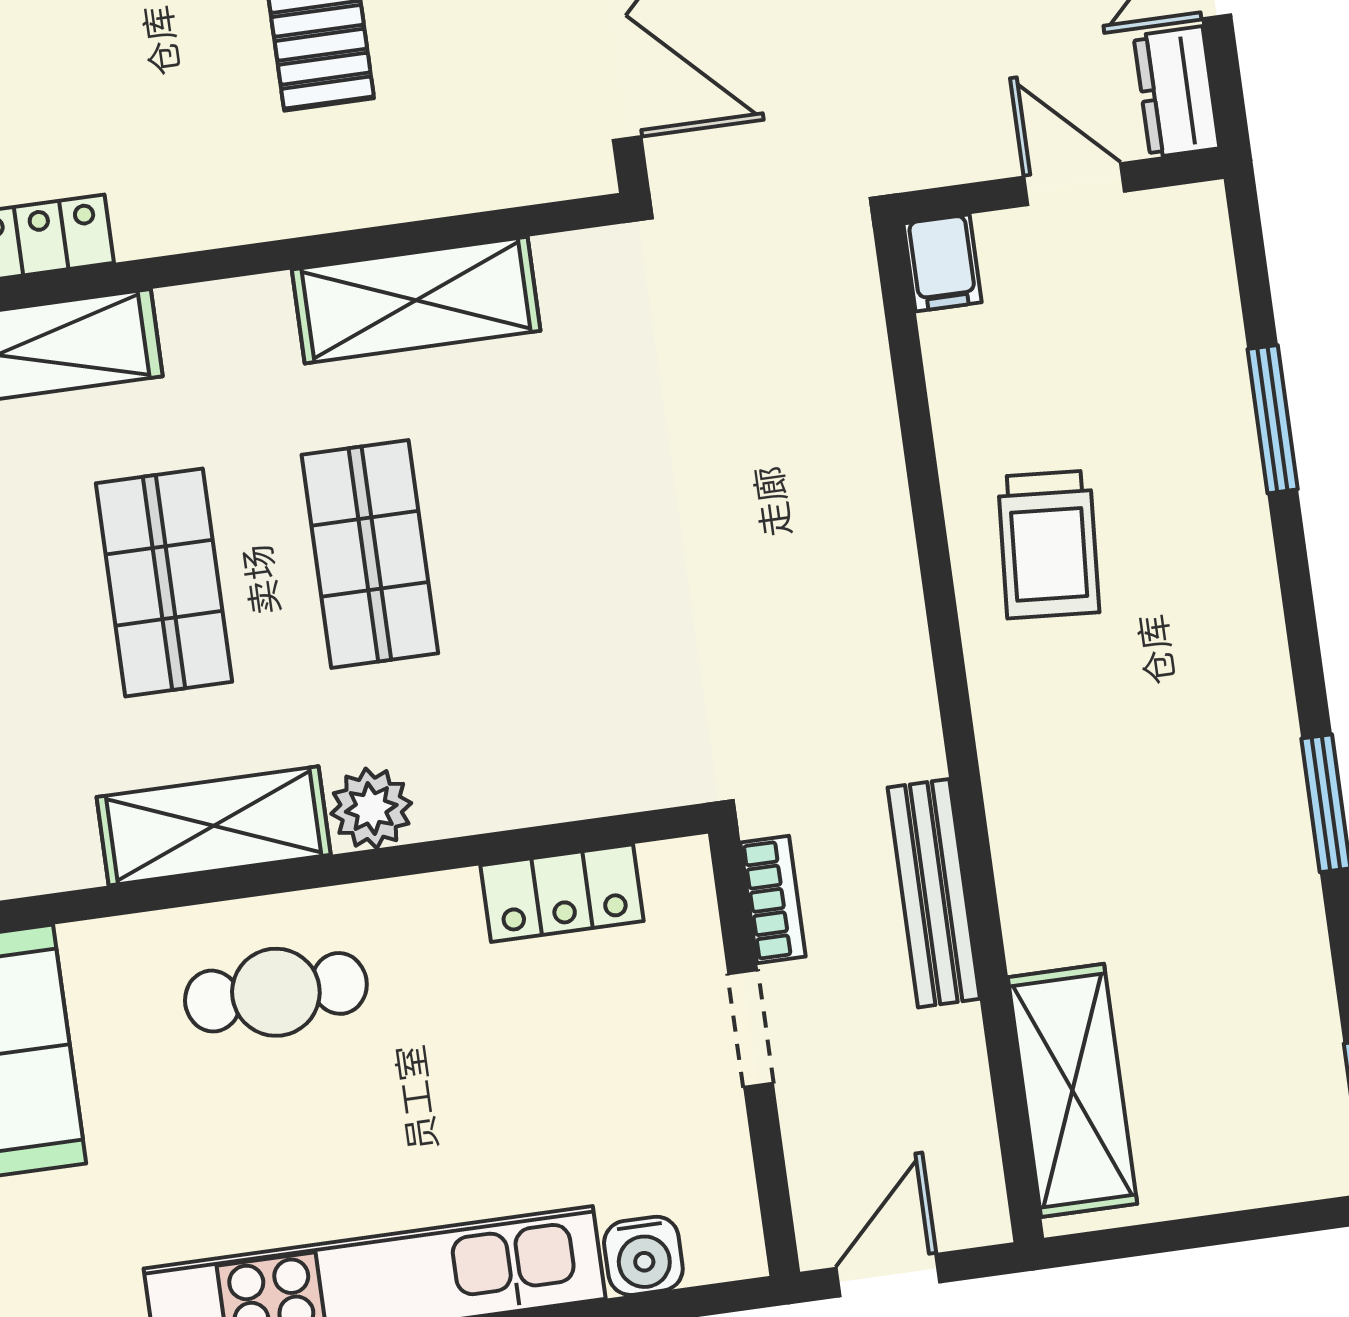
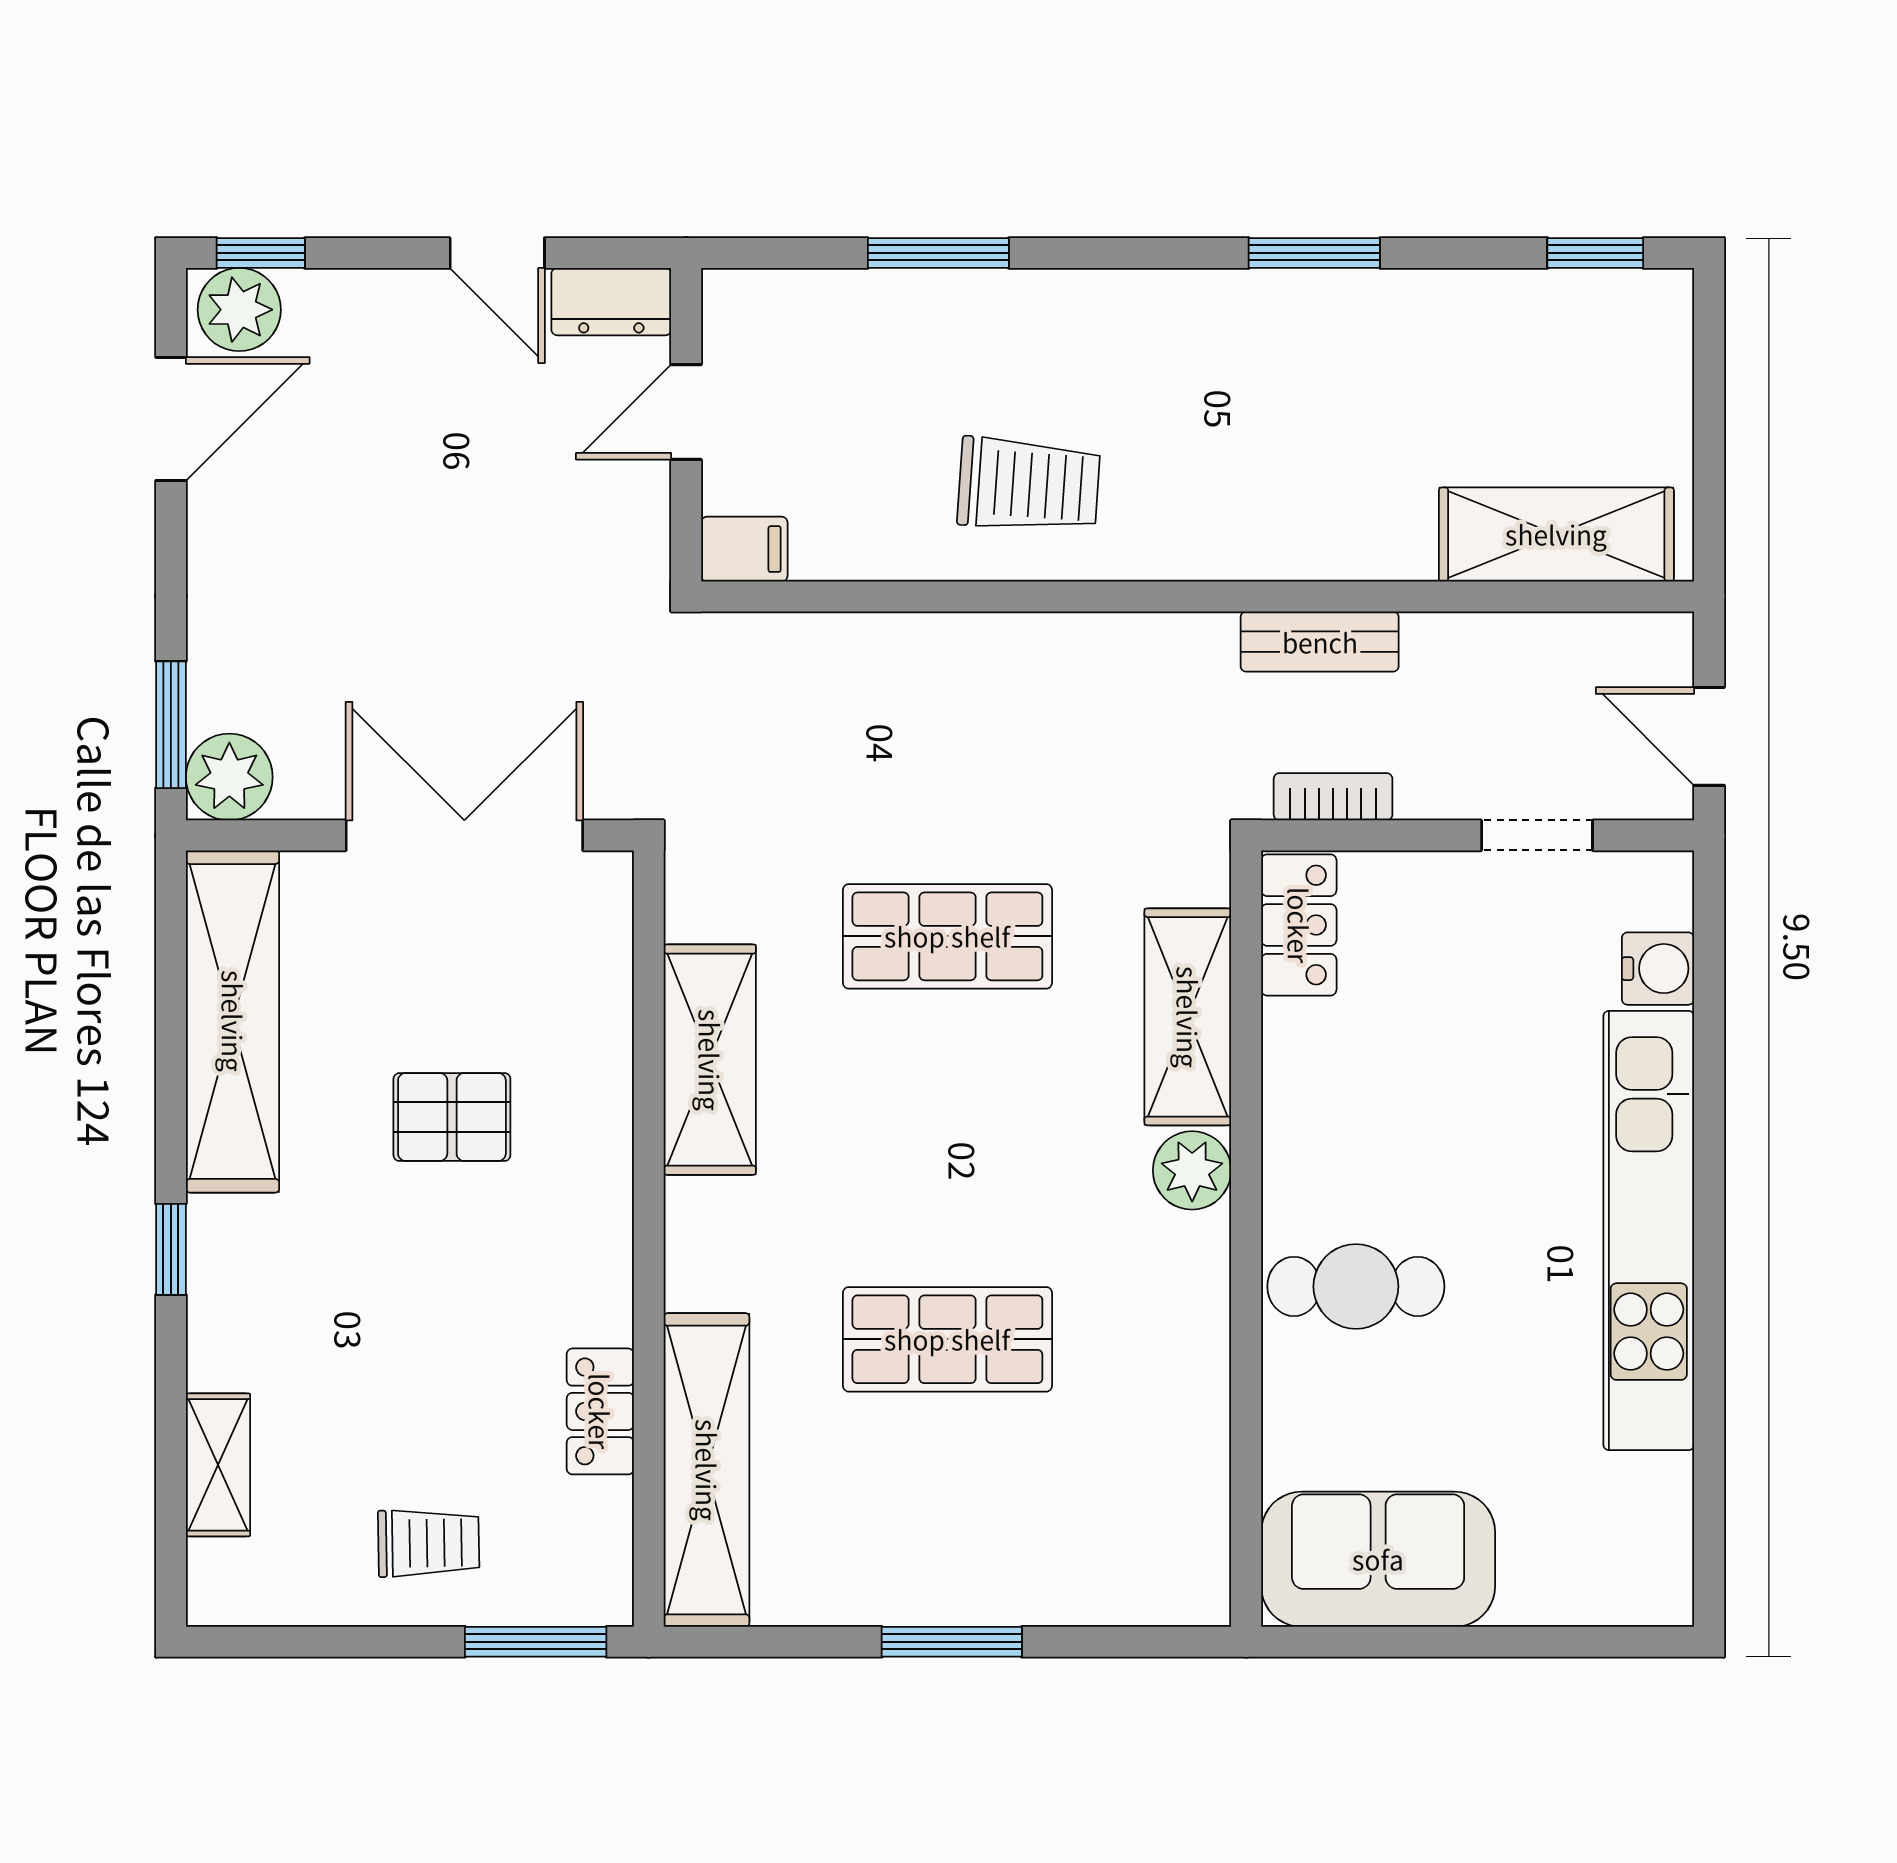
shop shelf: (370, 554) -> (947, 936), moved
shelving: (214, 826) -> (1188, 1017), moved
locker: (562, 893) -> (1299, 925), moved
bench: (934, 893) -> (1320, 642), width x0.73
cafe table: (276, 992) -> (1356, 1286), turned 90
doorway: (751, 1029) -> (1537, 835), moved

